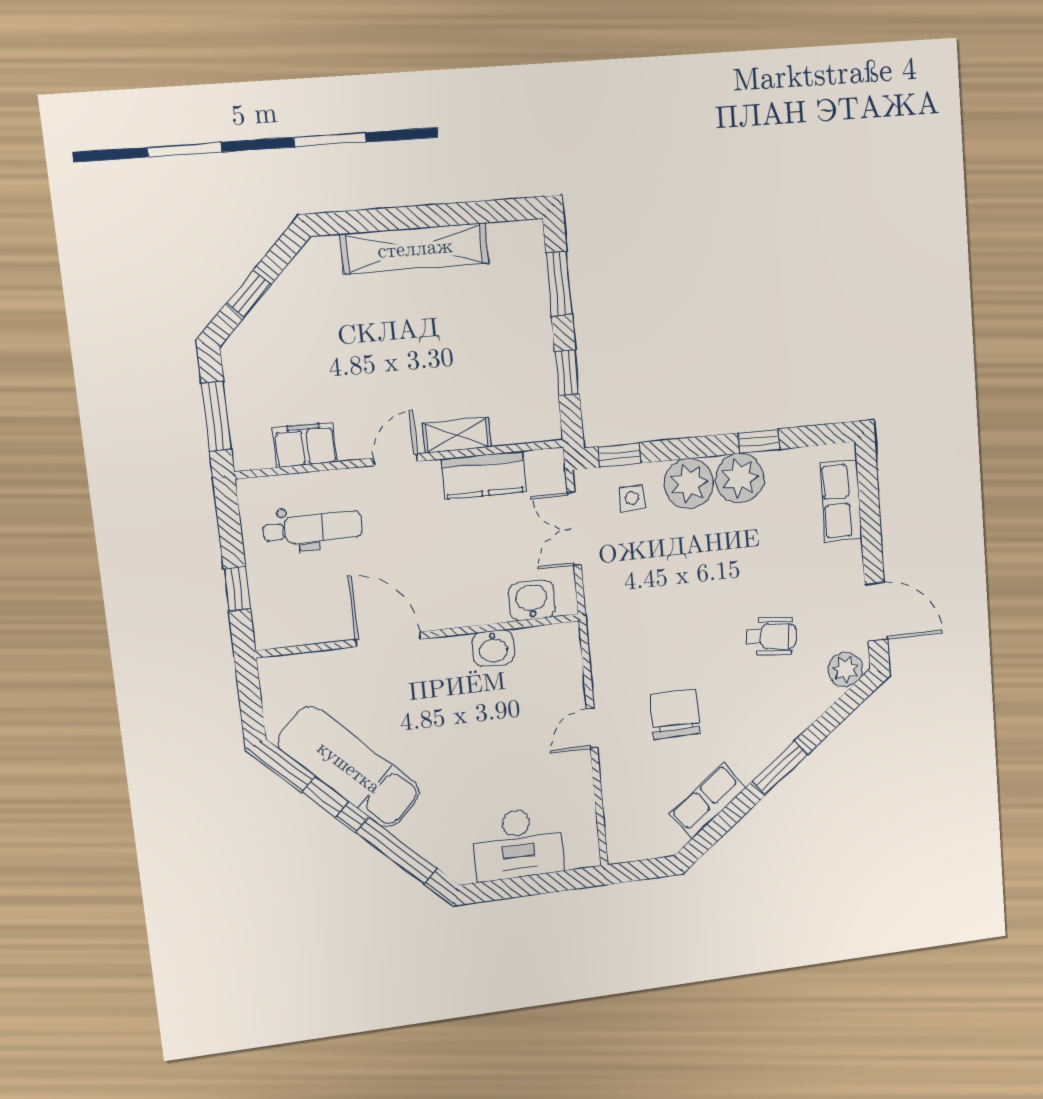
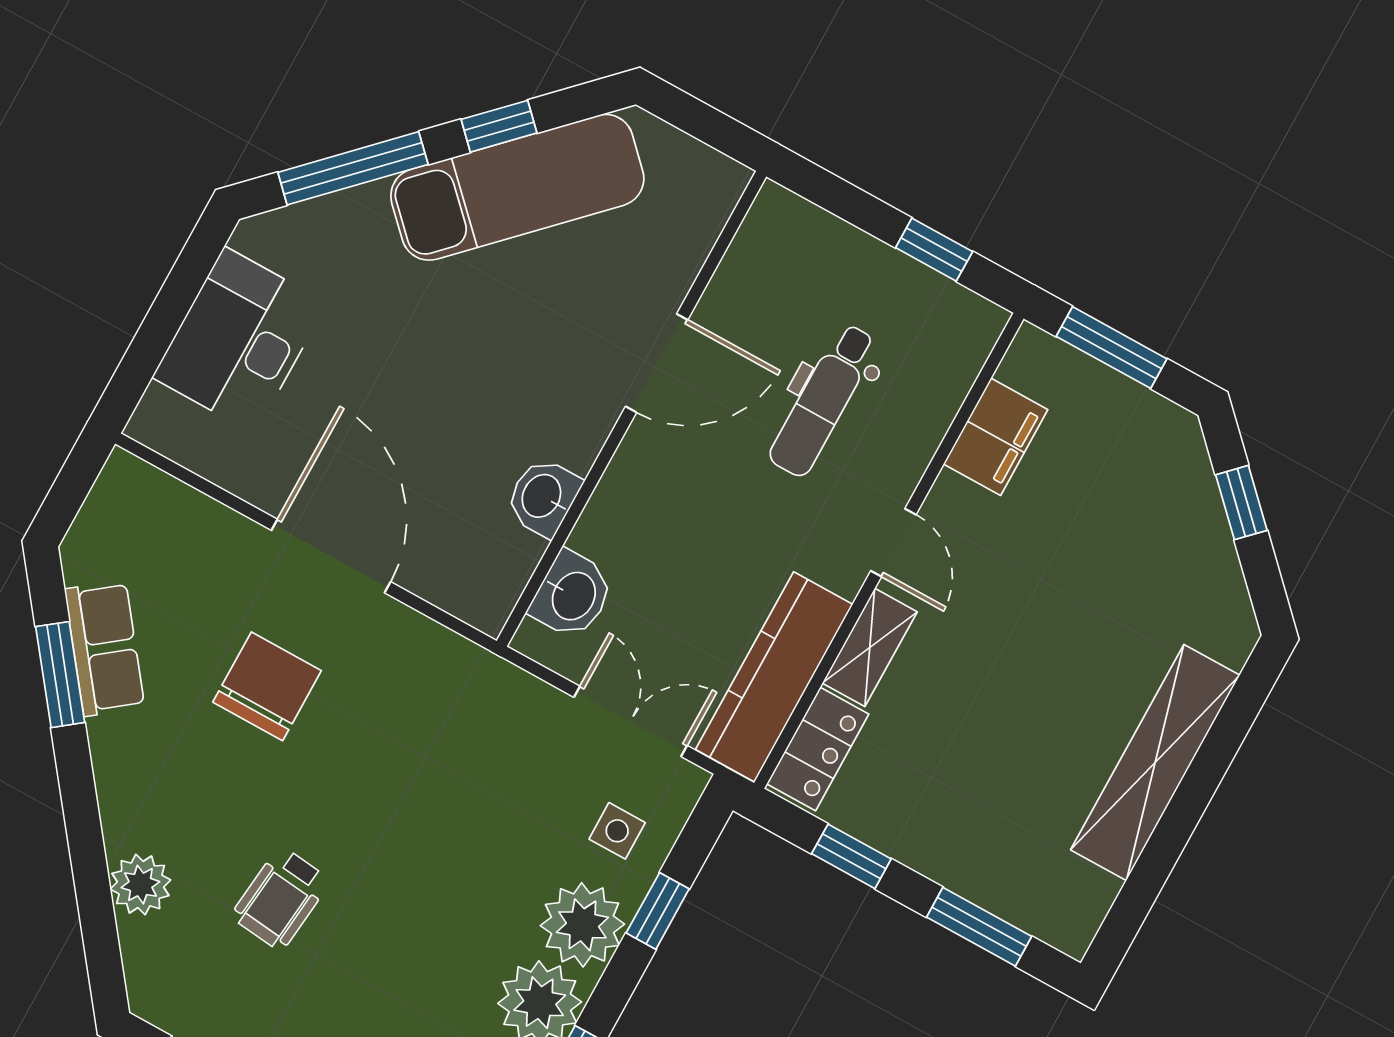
locker: (525, 427) -> (818, 749), added
window: (619, 455) -> (658, 911), moved
kitchen counter: (484, 475) -> (774, 677), width x1.50
dental chair: (313, 528) -> (823, 400), moved
window: (237, 589) -> (934, 250), moved
plant: (845, 669) -> (140, 885), moved
chair: (675, 714) -> (267, 686), turned -90
door: (592, 728) -> (331, 556), width x1.88
window: (780, 768) -> (60, 675), moved

